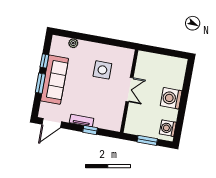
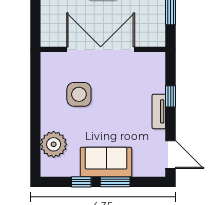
plant: (73, 43) -> (54, 144), width x1.87, depth x1.87
sofa: (55, 80) -> (106, 162), width x0.73
double door: (129, 90) -> (101, 49), width x1.87

